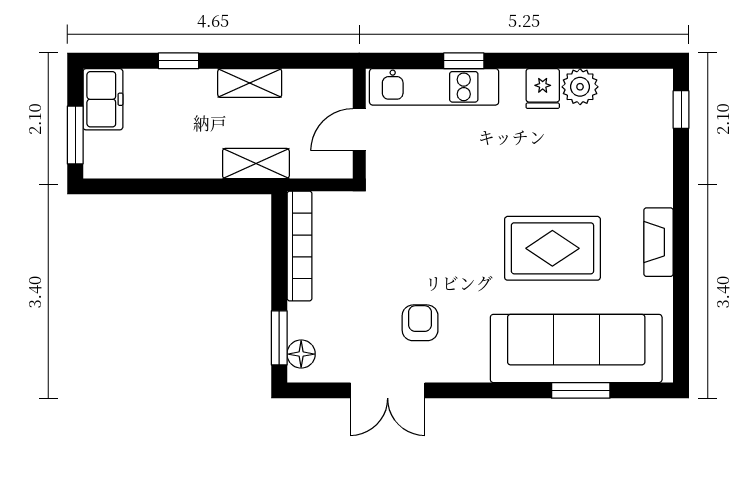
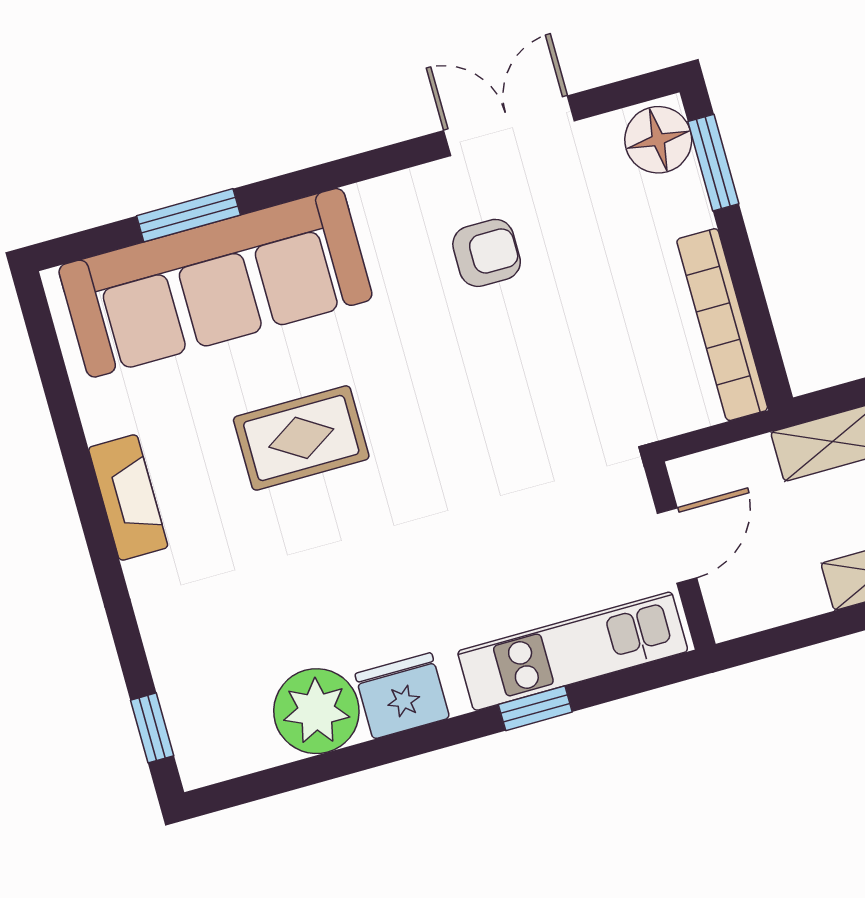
plant: (580, 87) -> (316, 711), width x1.36, depth x1.36
fridge: (543, 89) -> (402, 696), width x1.38
rug: (552, 248) -> (301, 438), width x0.73, depth x0.70
armchair: (420, 323) -> (487, 253), turned -90
floor lamp: (301, 354) -> (658, 140), width x1.38, depth x1.38

